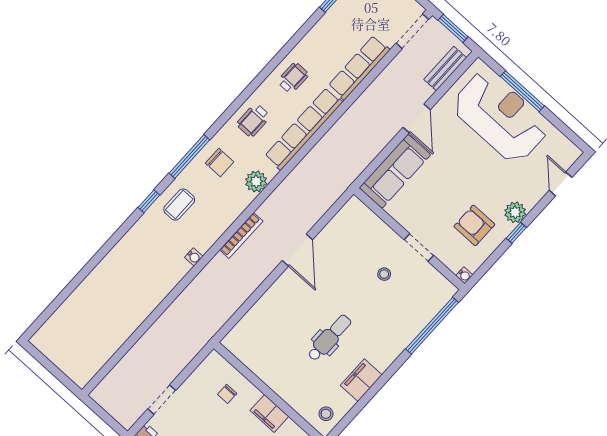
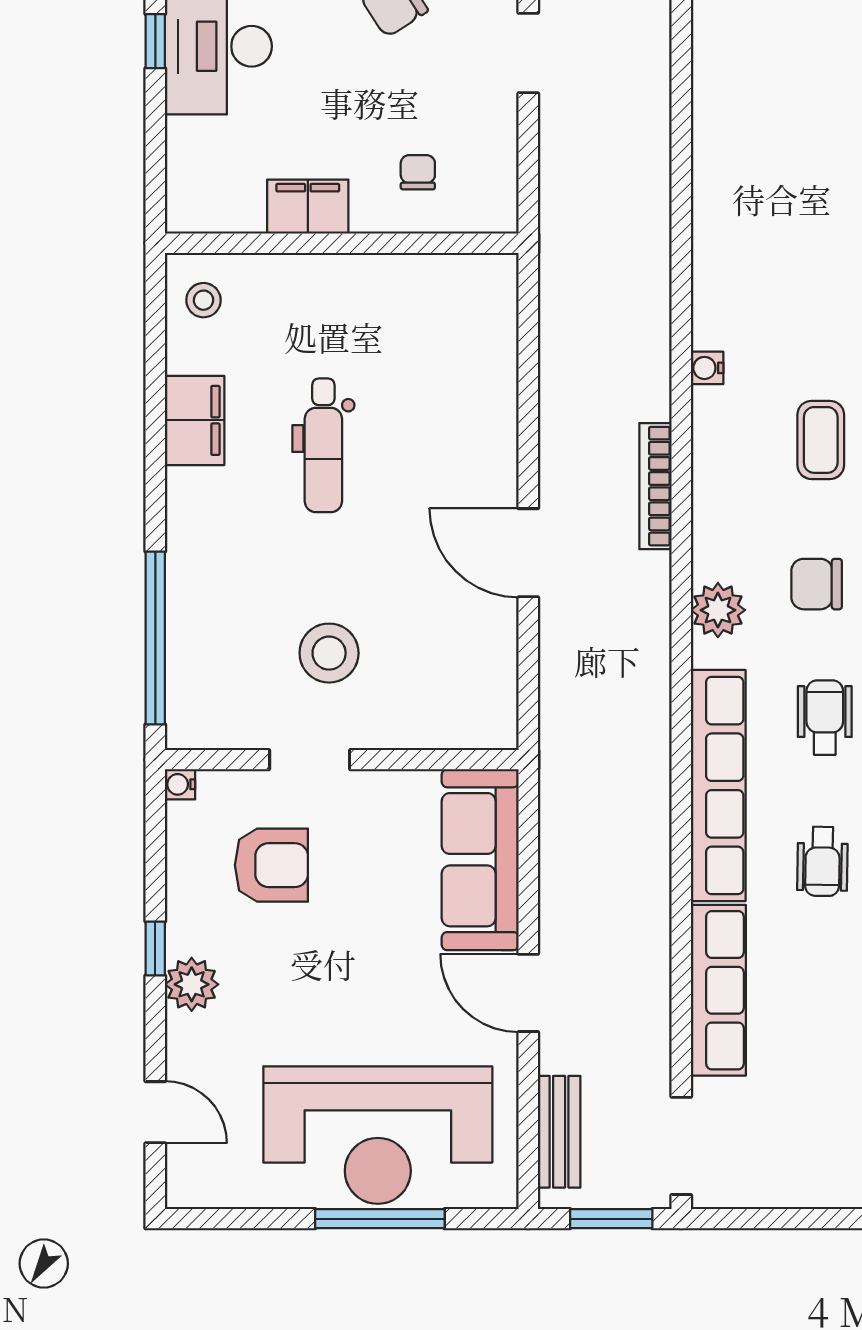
armchair: (474, 225) -> (271, 865), moved
stool: (384, 274) -> (329, 653), width x1.89, depth x1.89

